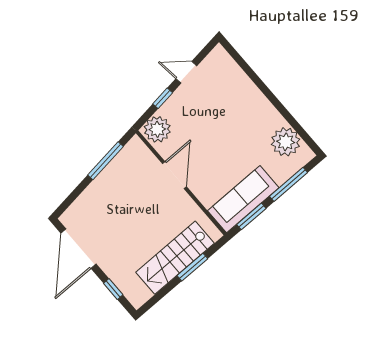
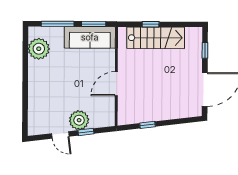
plant: (157, 129) -> (79, 120), moved
window: (106, 161) -> (148, 125), width x0.46
window: (192, 267) -> (151, 24), width x0.67

